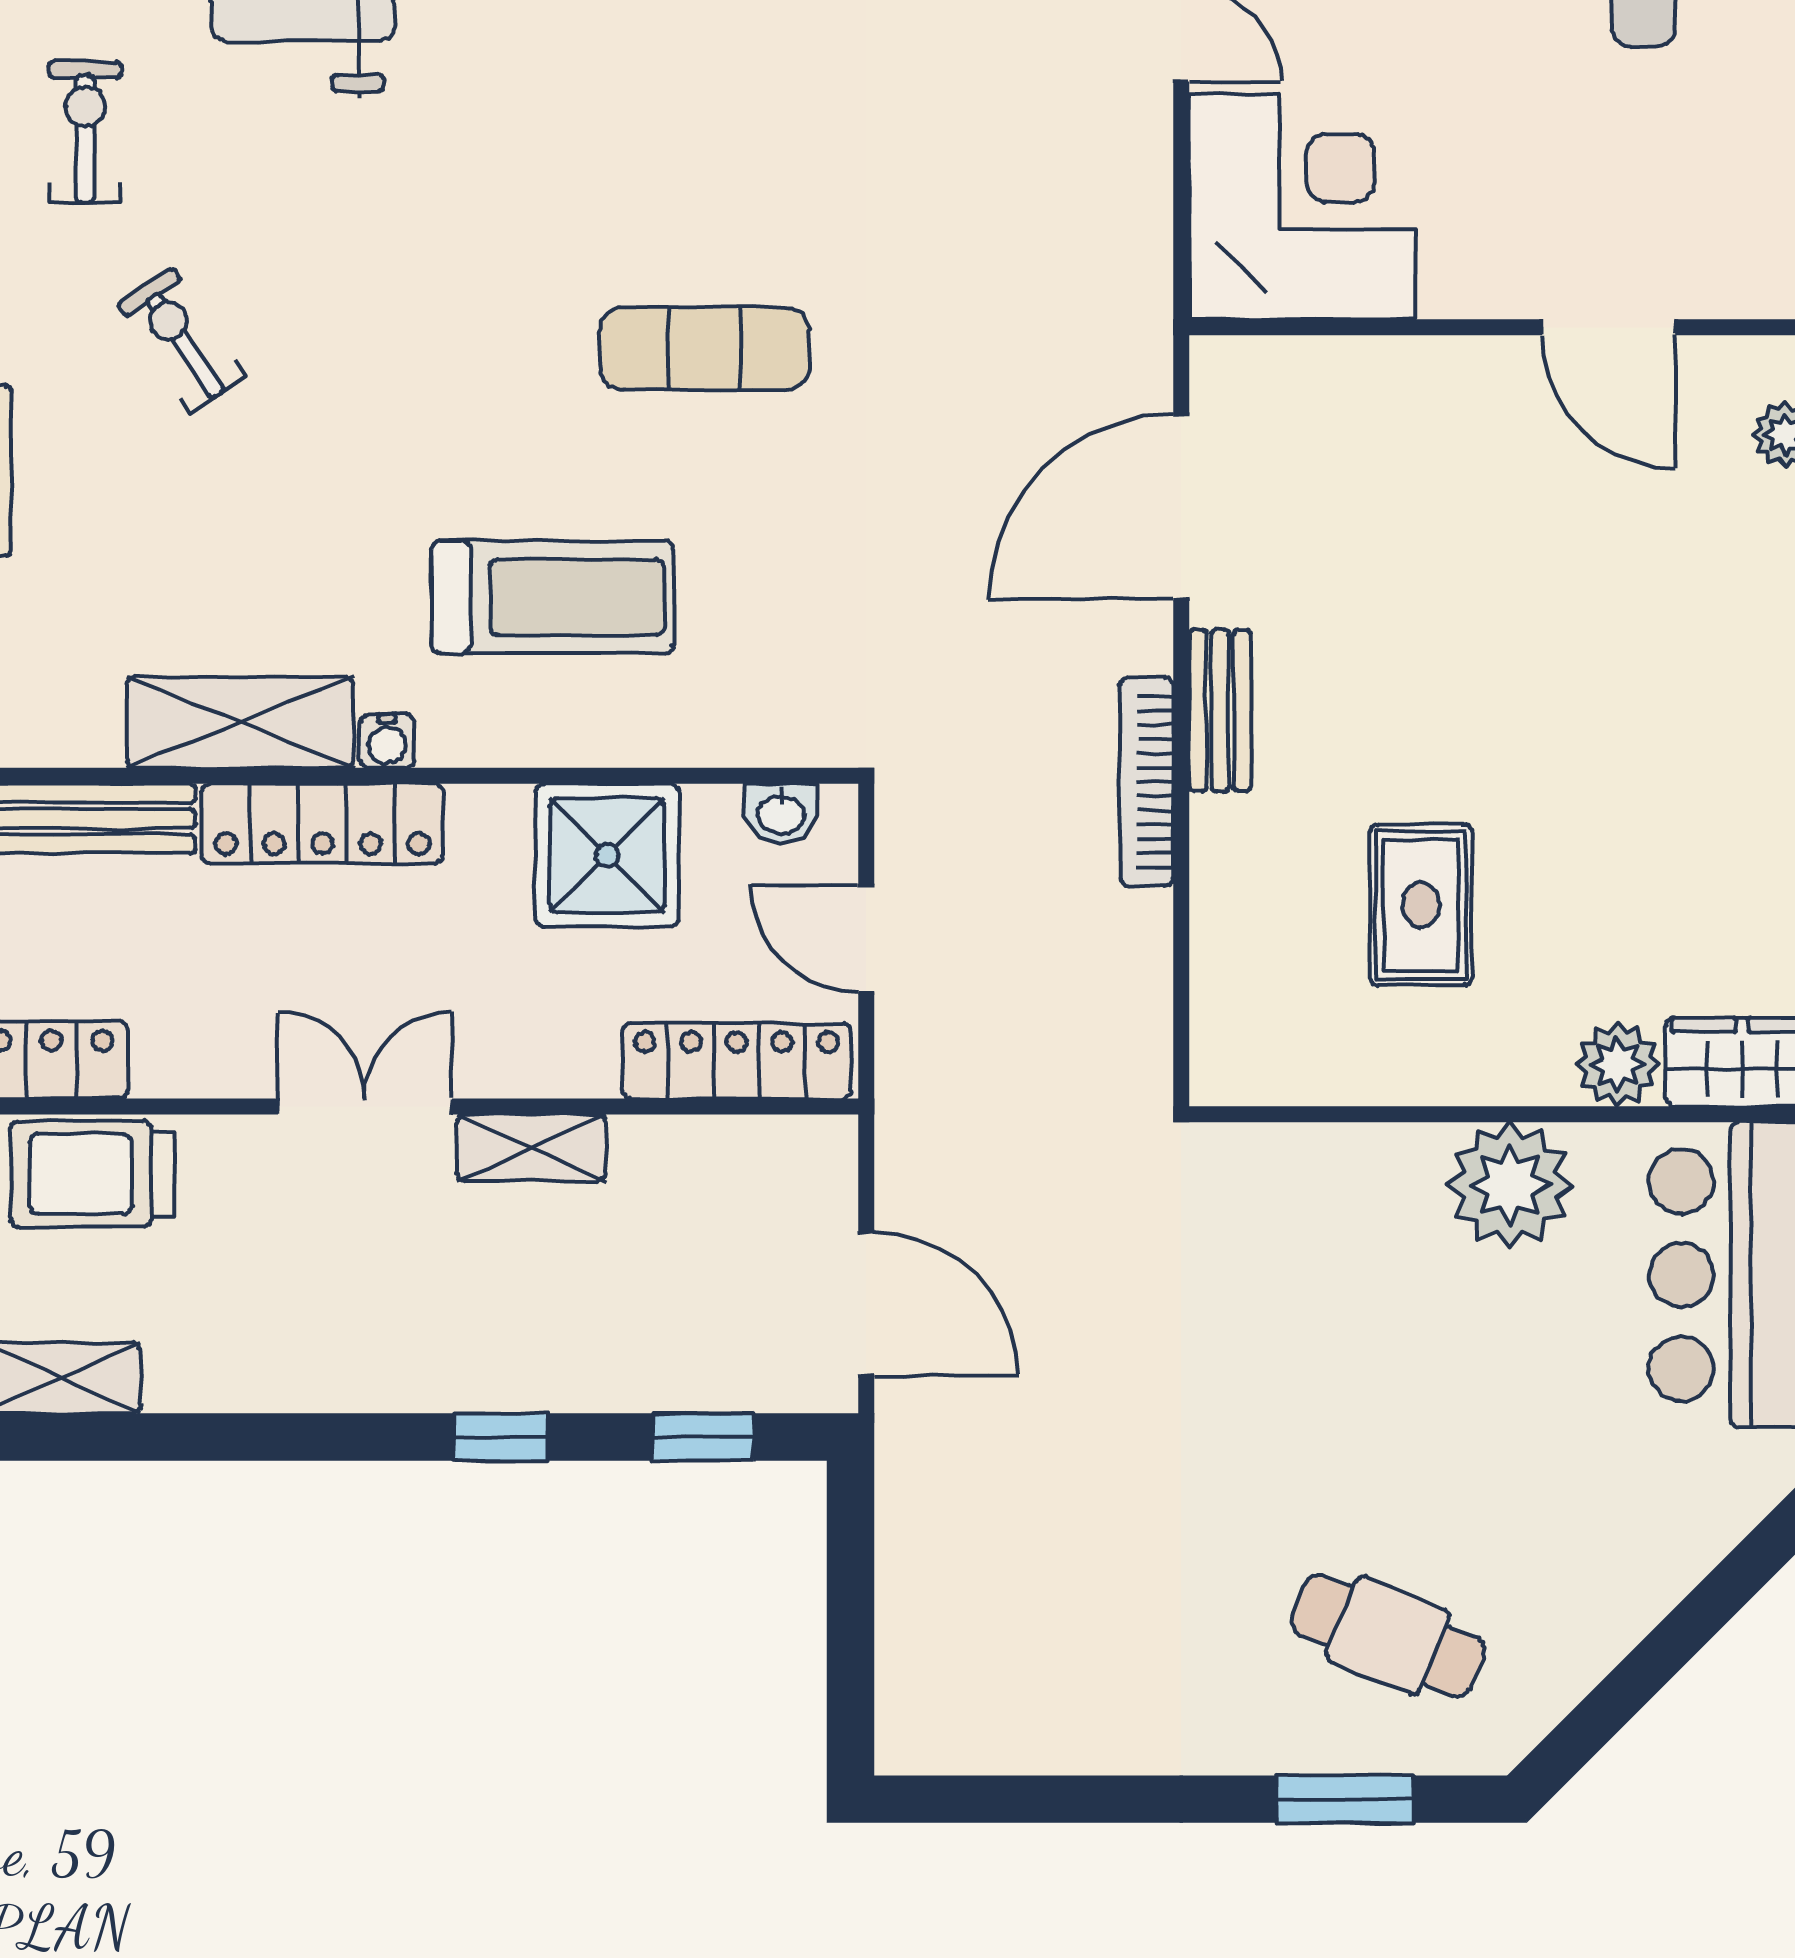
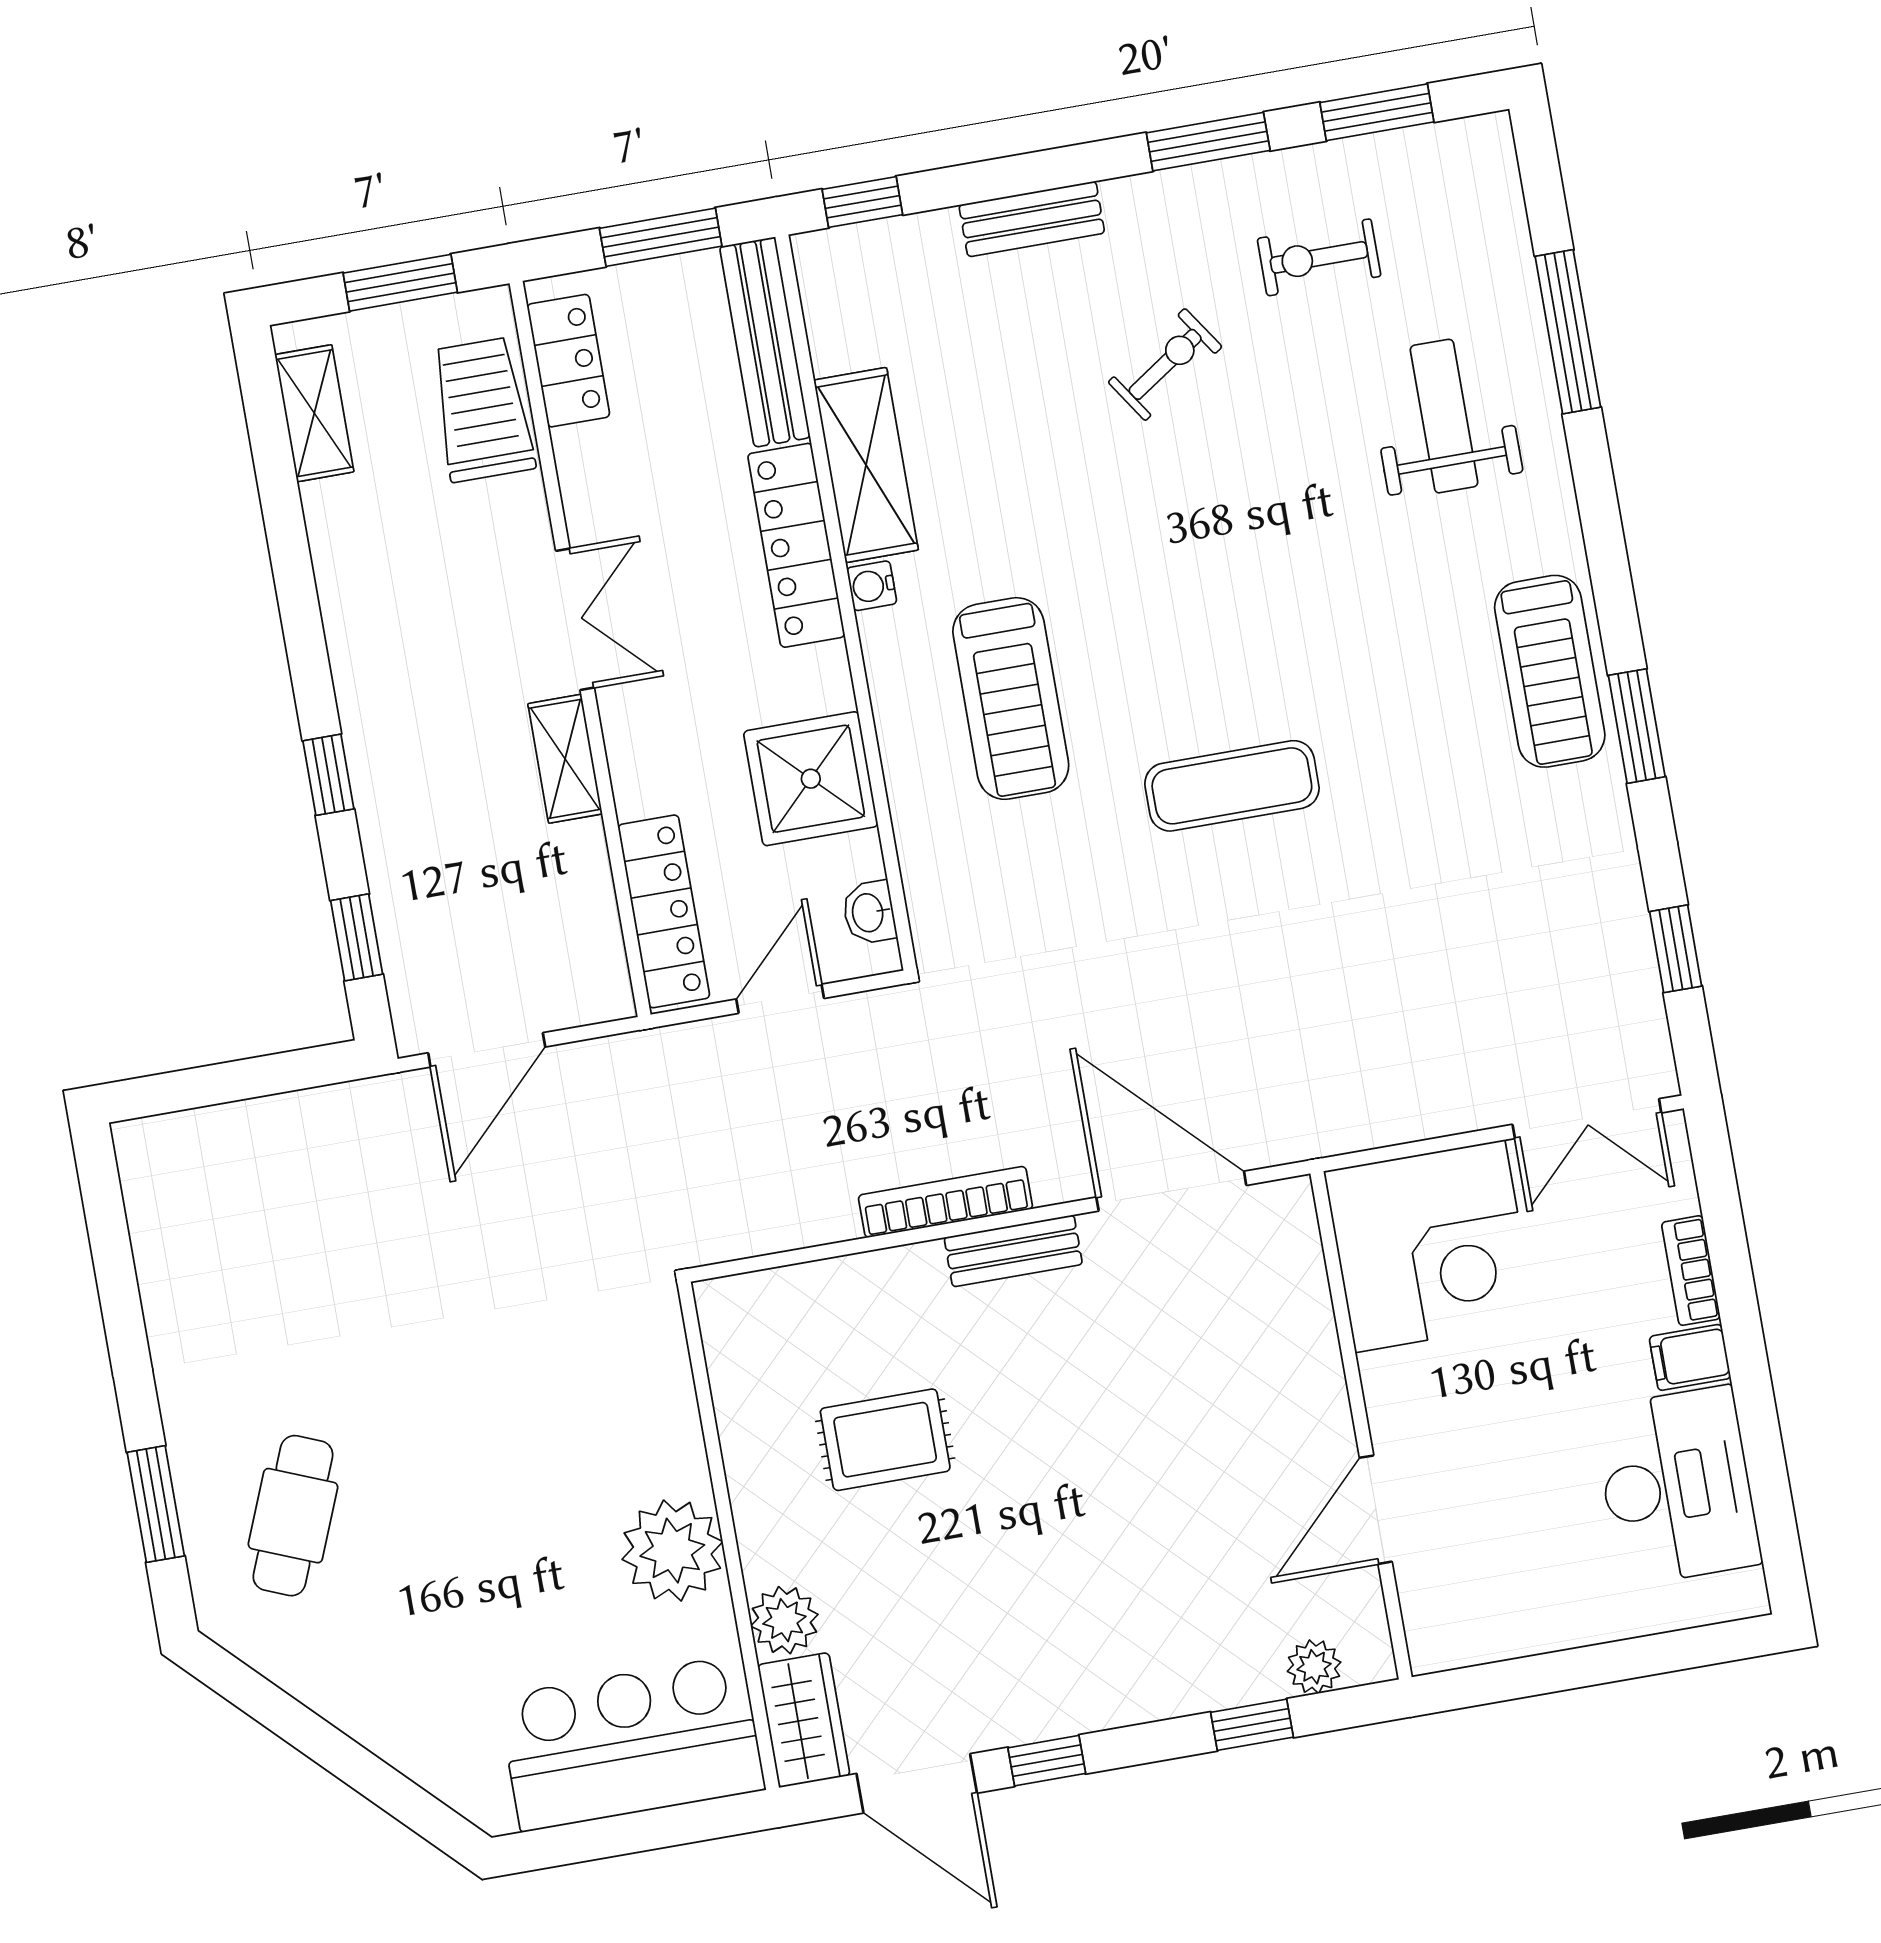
exercise bike: (85, 132) -> (1319, 257), turned 180
exercise mat: (705, 348) -> (1232, 786), turned 90

